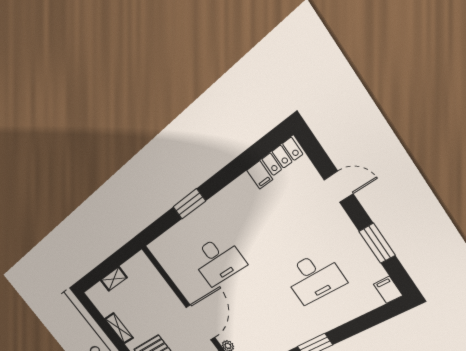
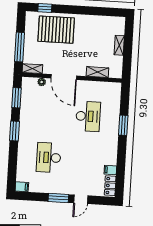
window: (377, 243) -> (58, 198), moved
desk: (218, 260) -> (88, 116), turned 180
shelving: (119, 328) -> (97, 72), moved

